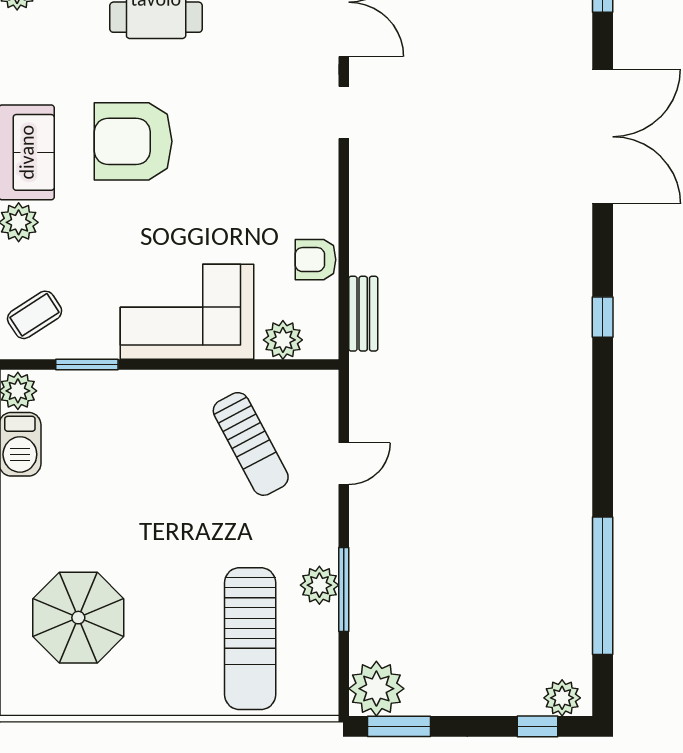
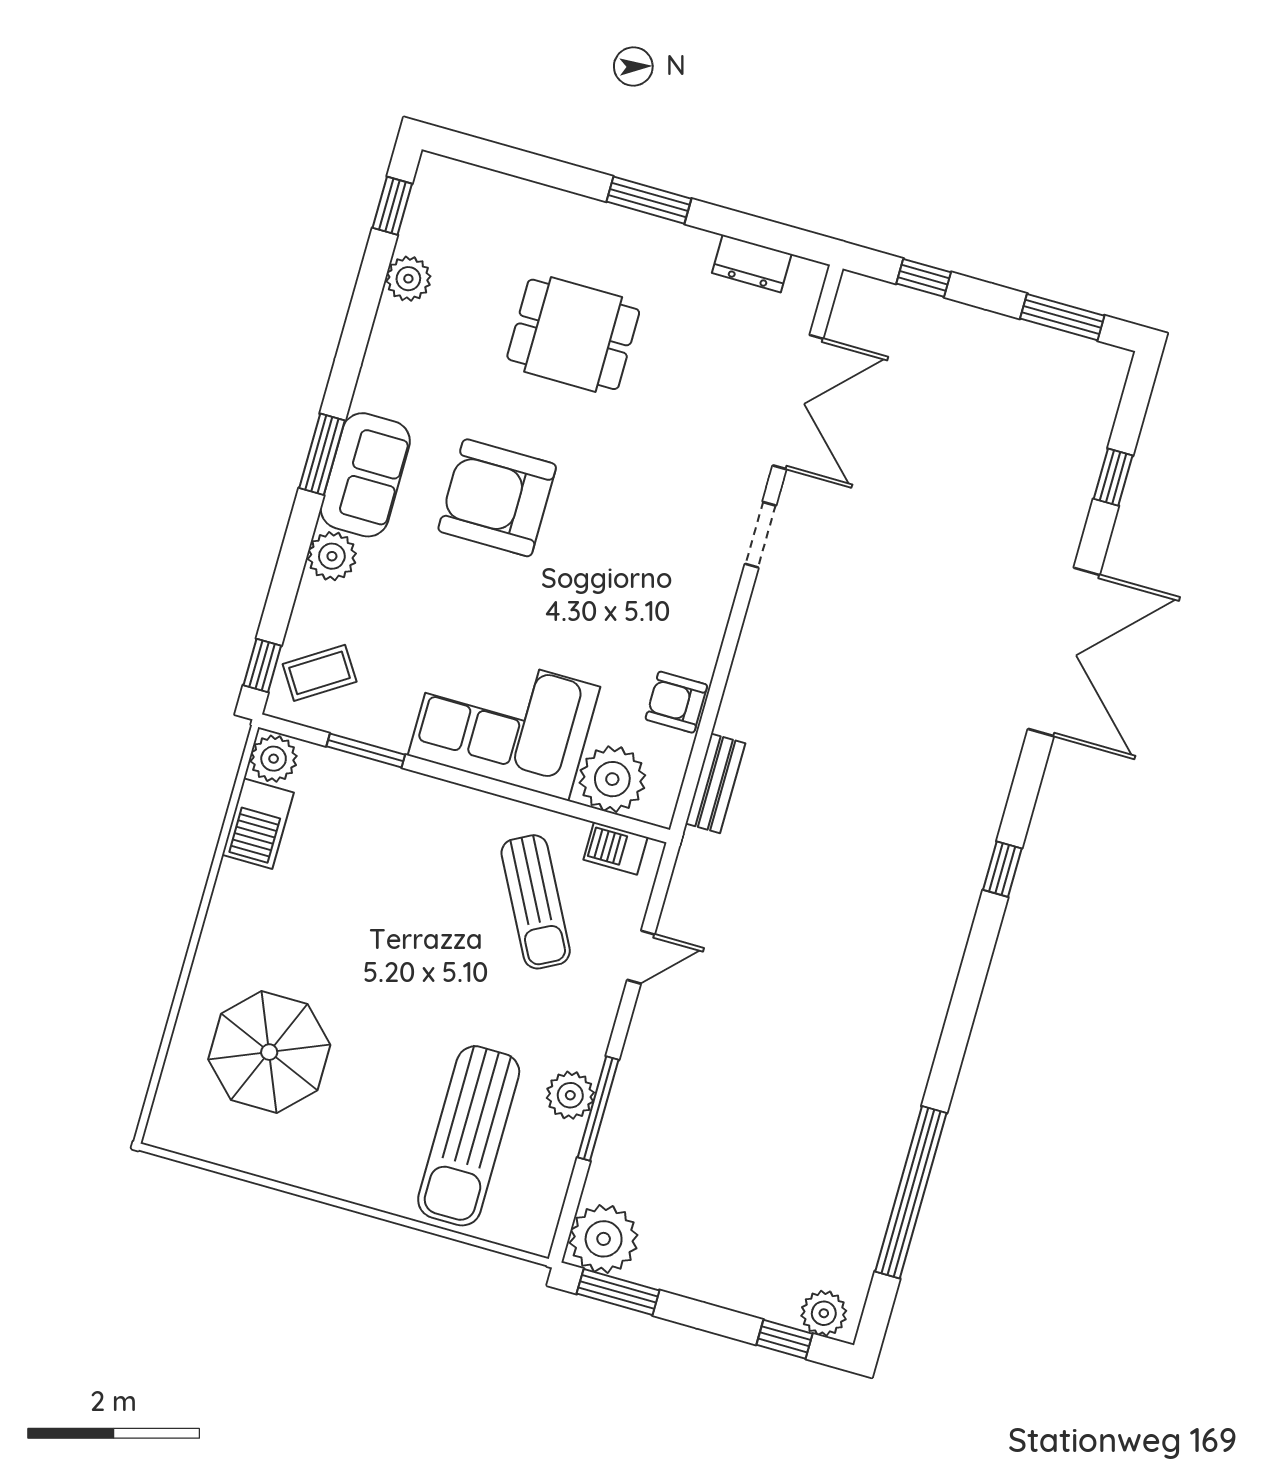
plant: (283, 340) -> (612, 779), width x1.36, depth x1.36
barbecue: (301, 385) -> (616, 848), added

